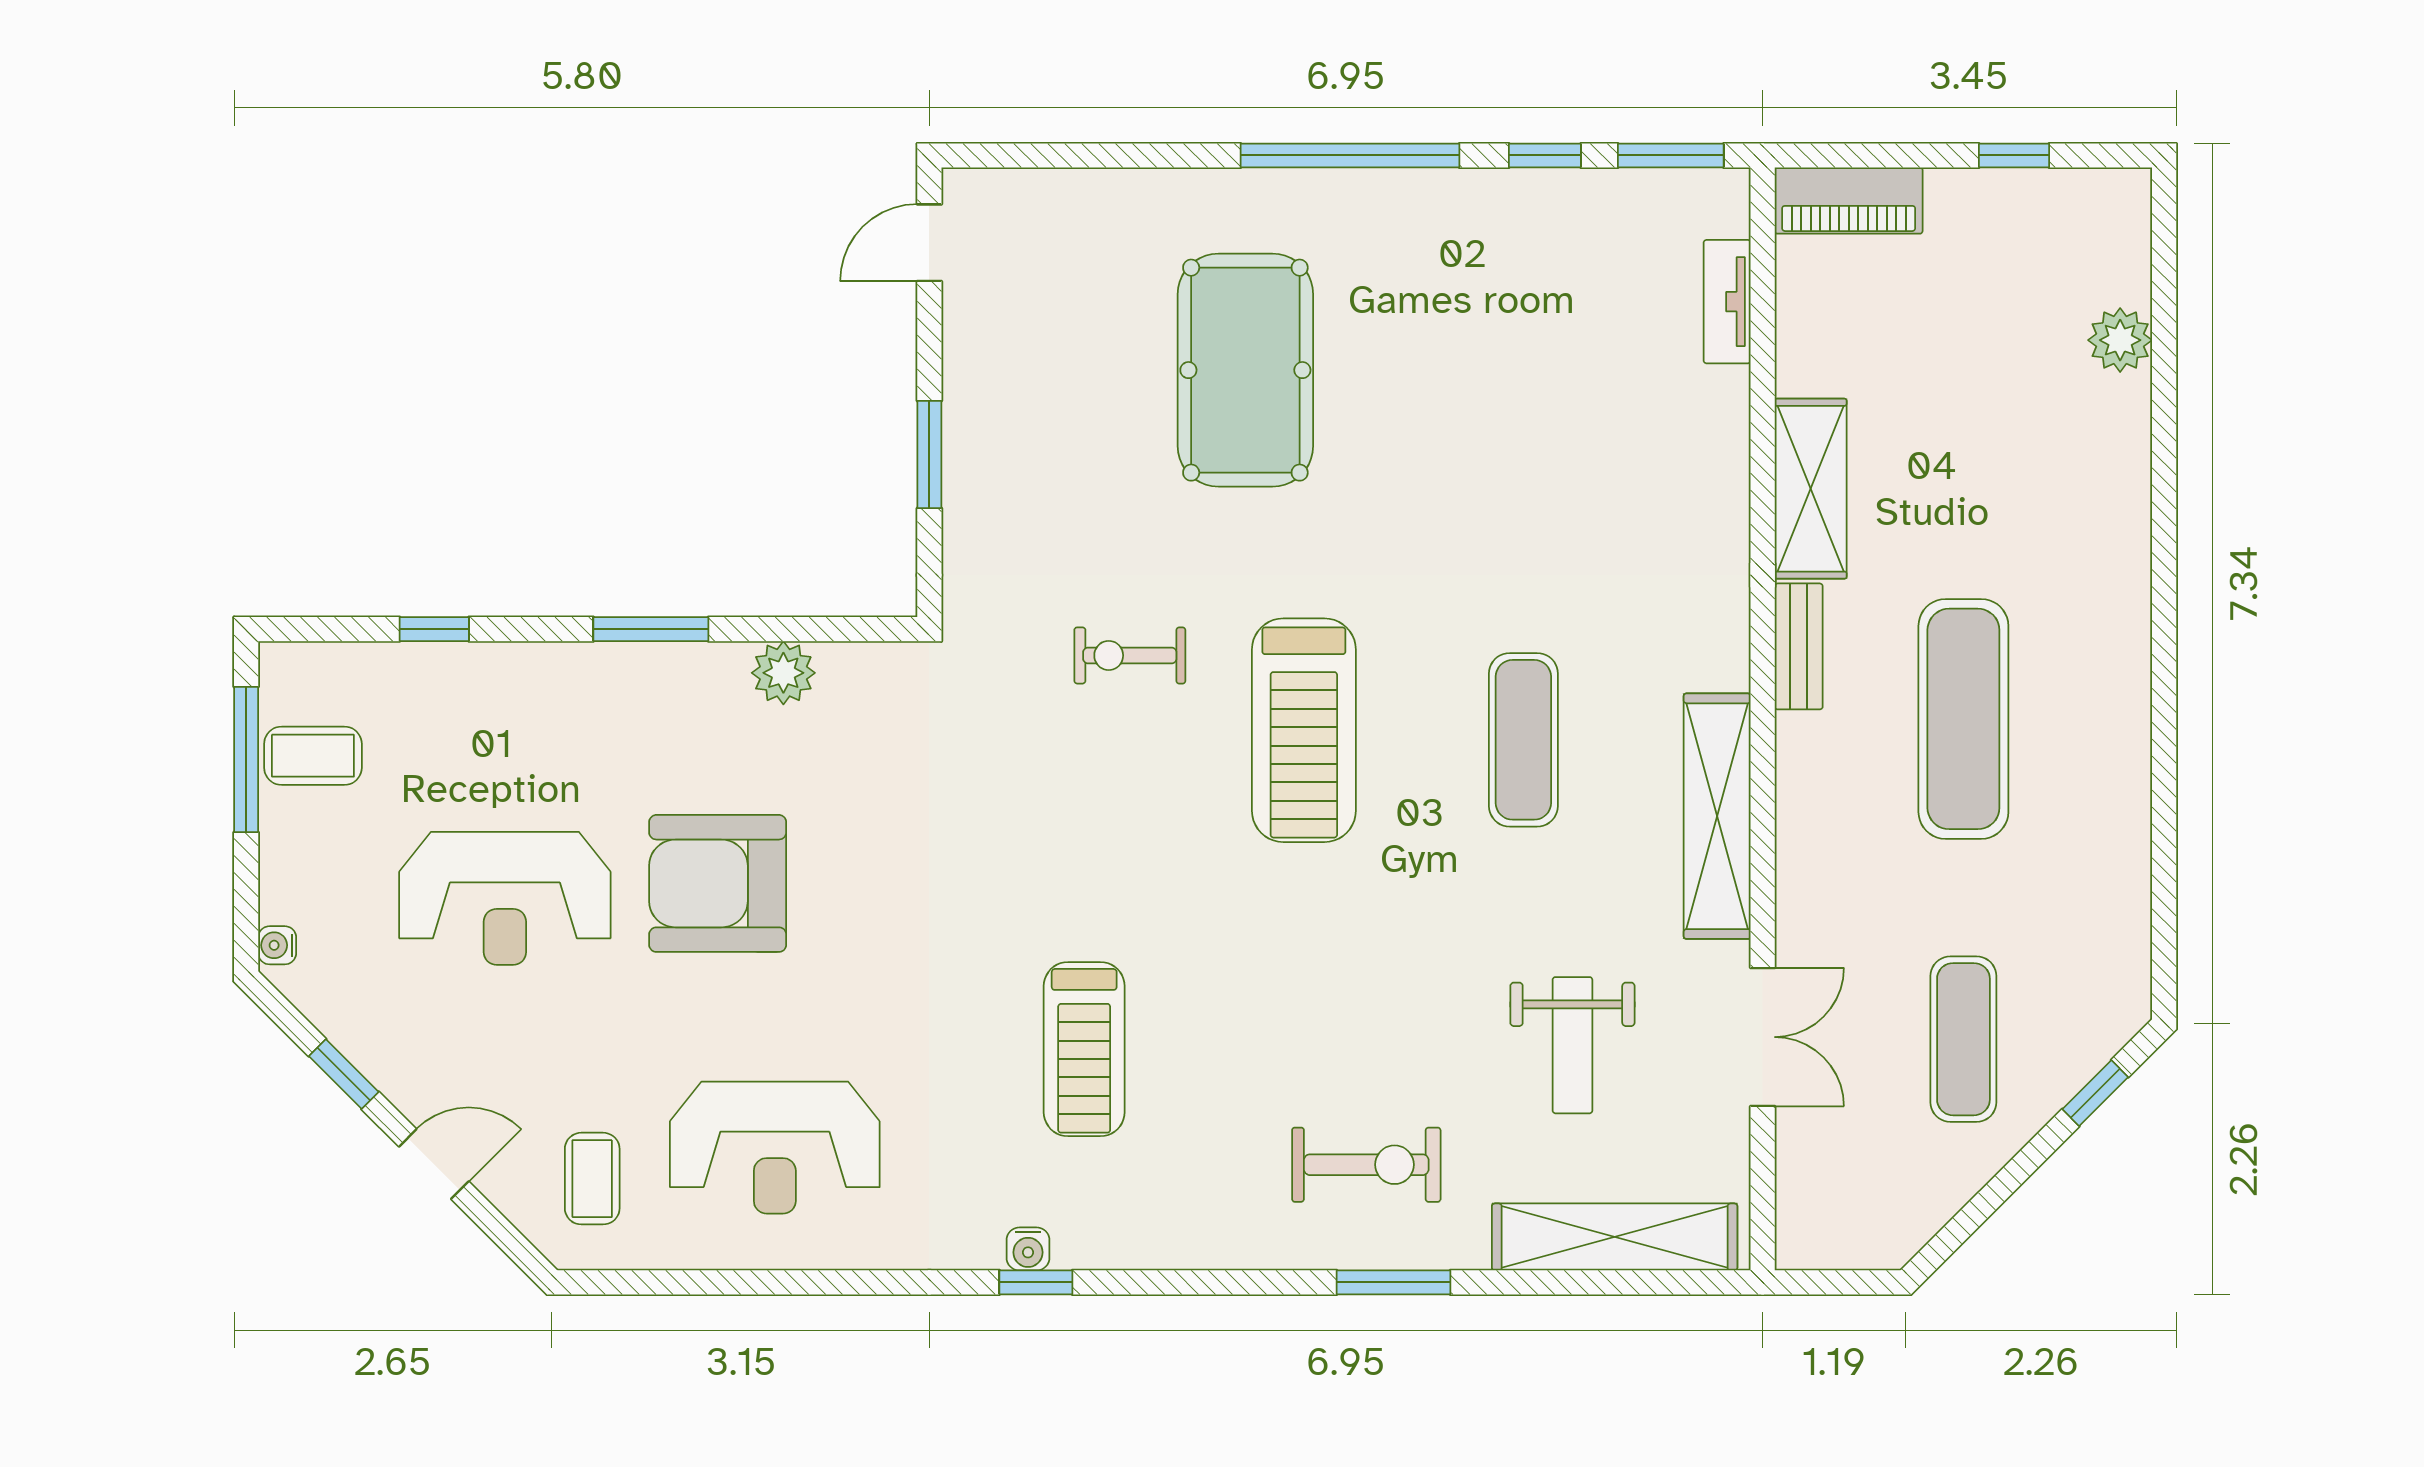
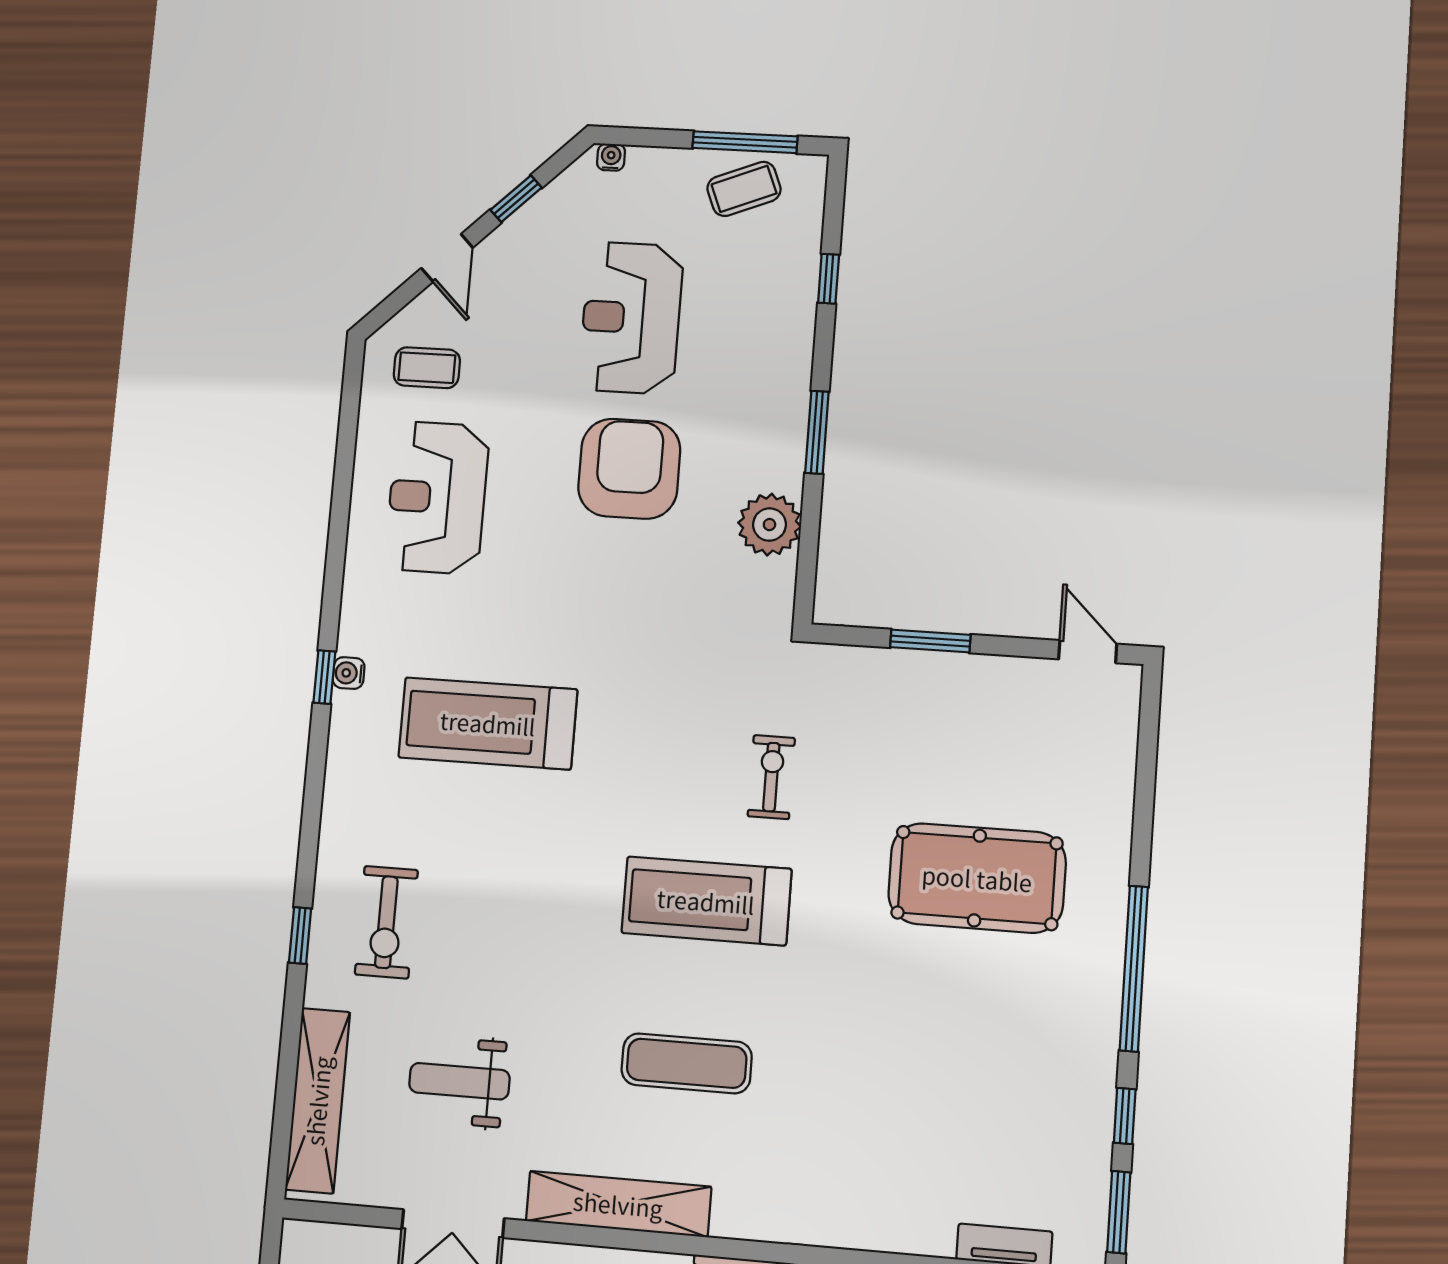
plant: (783, 673) -> (769, 525), width x1.36, depth x1.36
coffee table: (313, 756) -> (744, 189), turned 68
treadmill: (1084, 1049) -> (488, 723), width x1.37, depth x1.38
window: (1394, 1282) -> (300, 936), width x0.67

